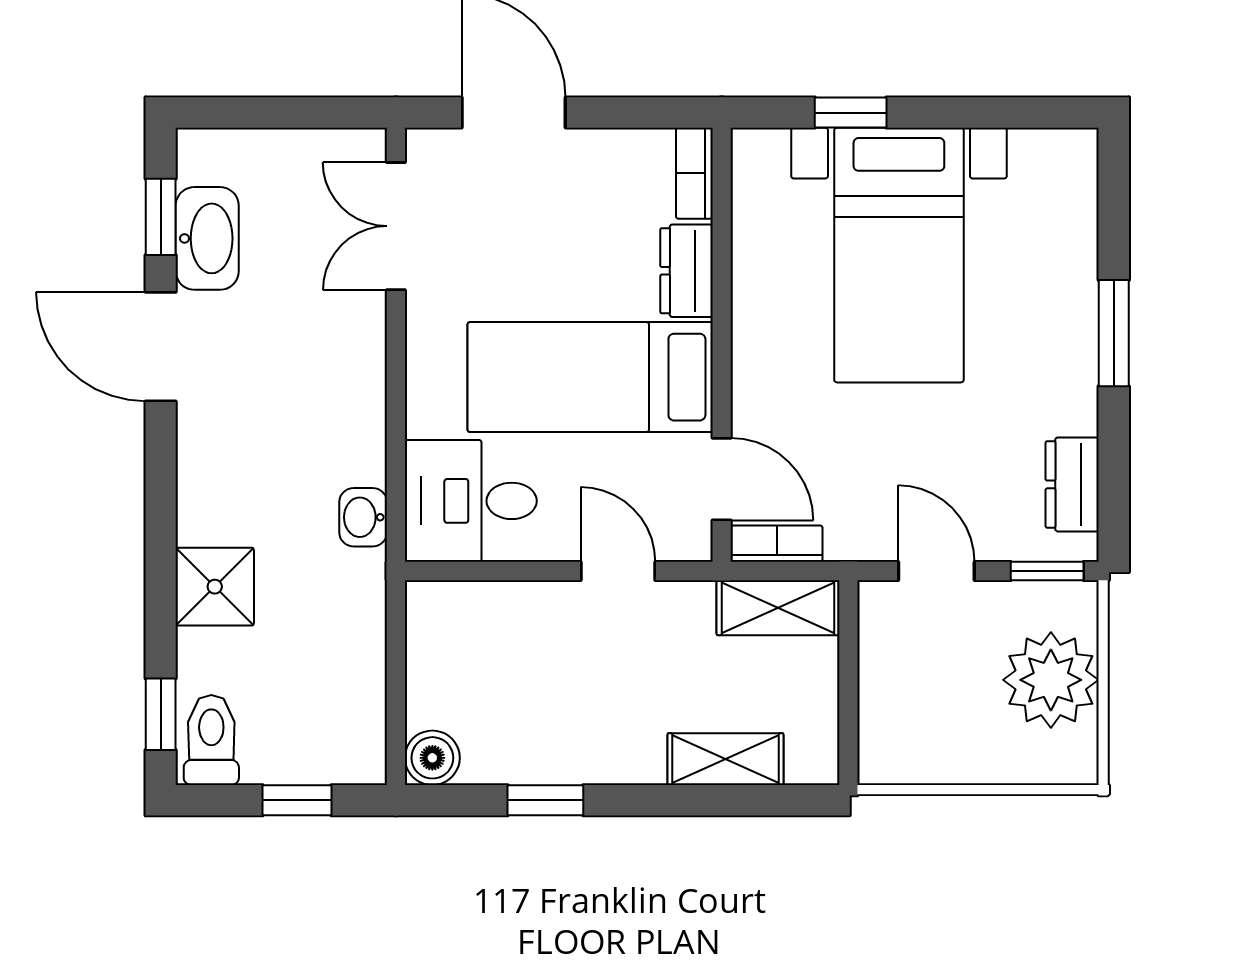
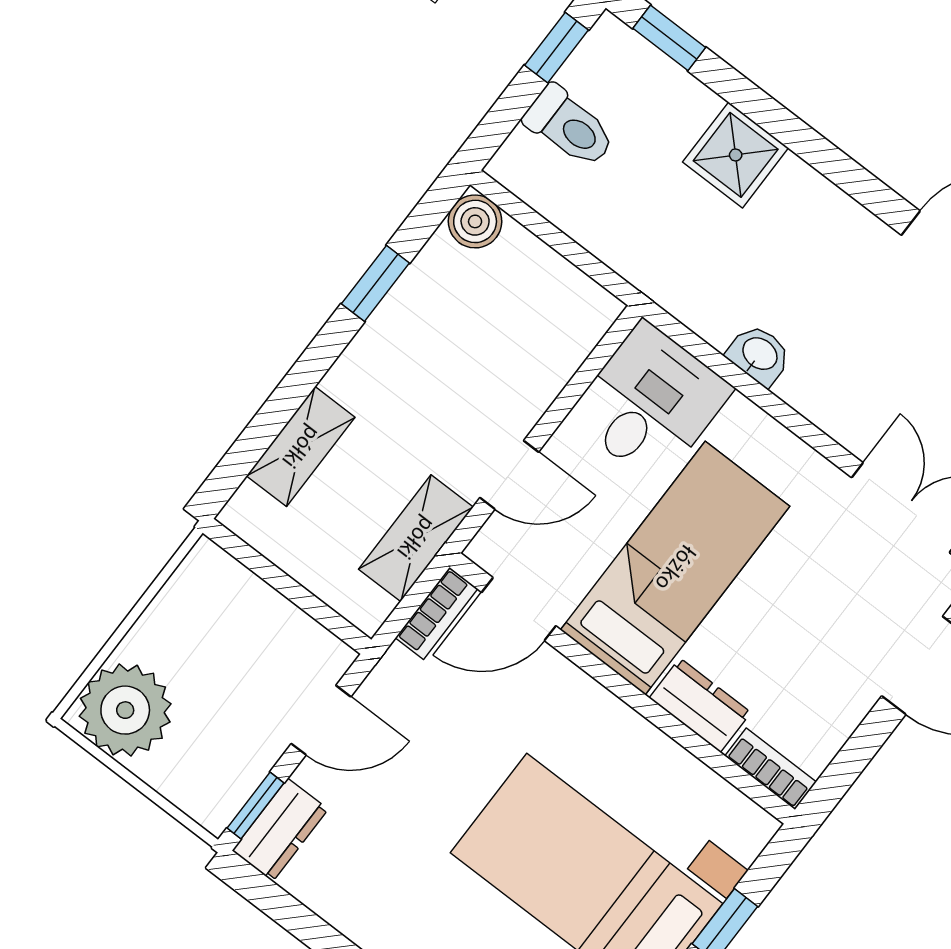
dresser: (1072, 484) -> (280, 830), moved, turned 90
washbasin: (363, 517) -> (759, 355), moved
shelving: (778, 608) -> (416, 538), moved
plant: (1051, 680) -> (125, 710), moved
toilet: (211, 740) -> (570, 127), moved
window: (297, 800) -> (556, 48), moved

